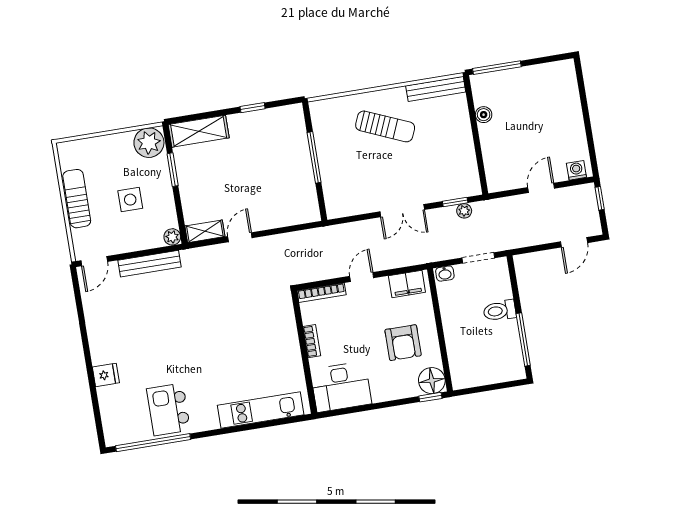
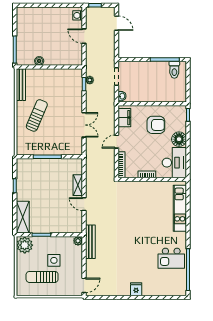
sun lounger: (77, 199) -> (42, 277), moved
double door: (402, 211) -> (84, 125), moved
shelving: (205, 231) -> (78, 185), moved
door: (94, 261) -> (84, 285), hinge flipped
bench: (150, 264) -> (90, 242), moved
door: (362, 277) -> (117, 142), hinge flipped
toilet: (500, 311) -> (174, 70), moved
fridge: (106, 375) -> (136, 289), moved
floor lamp: (432, 381) -> (179, 139), moved

